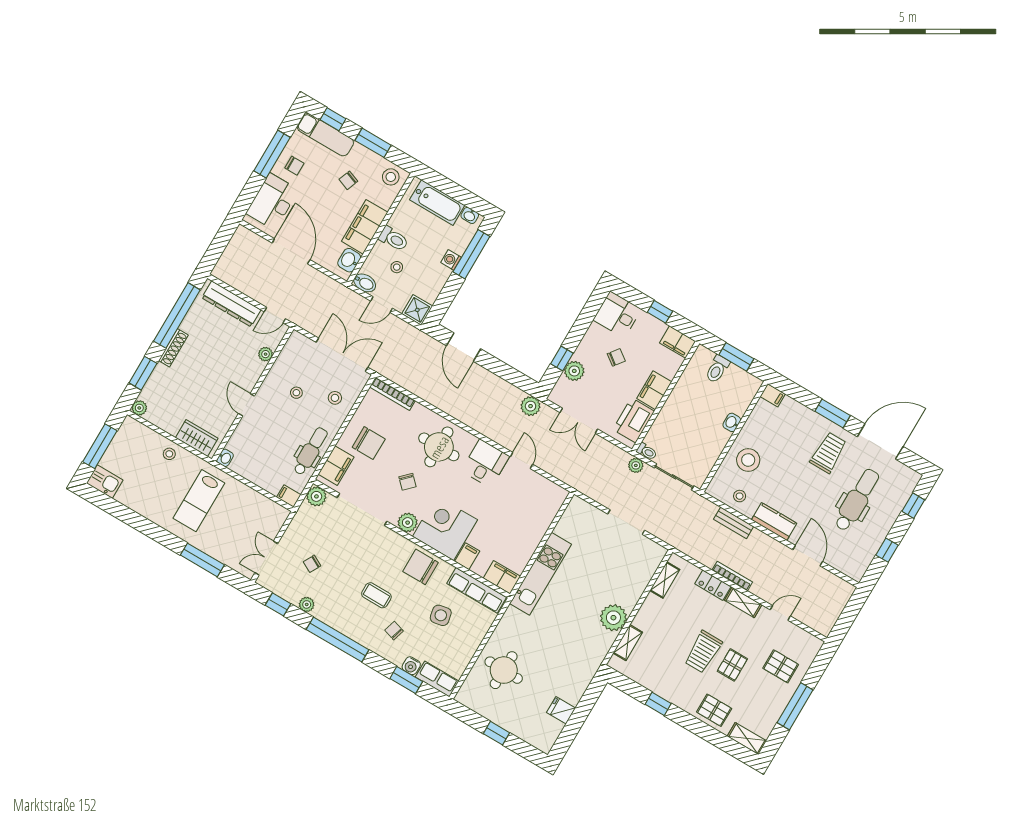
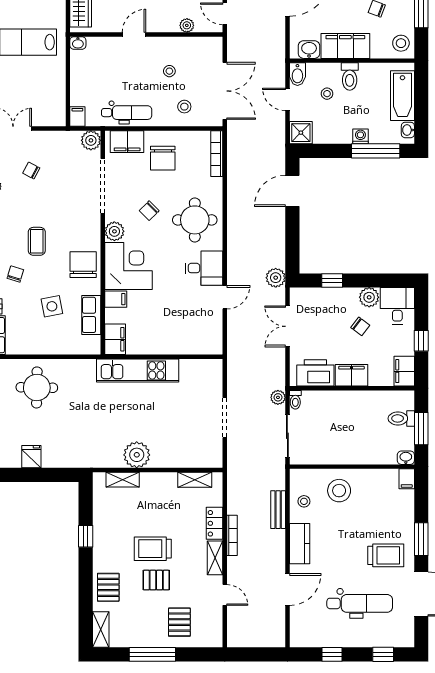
plant: (574, 371) -> (369, 297), moved
washbasin: (732, 422) -> (406, 458), moved
row of seats: (477, 590) -> (91, 315), width x0.68

